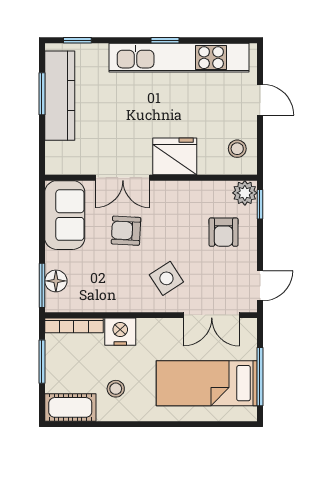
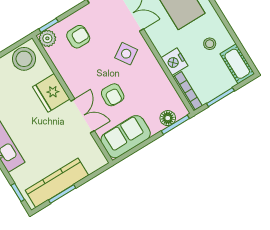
stool: (237, 149) -> (24, 59), width x1.89, depth x1.89

